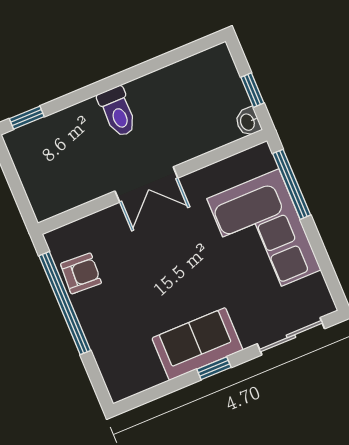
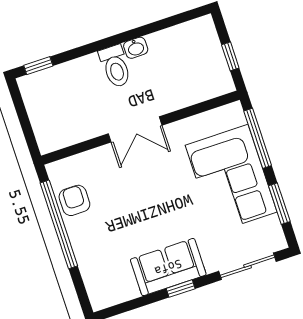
washbasin: (248, 122) -> (136, 48), moved, turned -90
window: (323, 260) -> (279, 204), added
armchair: (81, 273) -> (74, 200), turned -93

